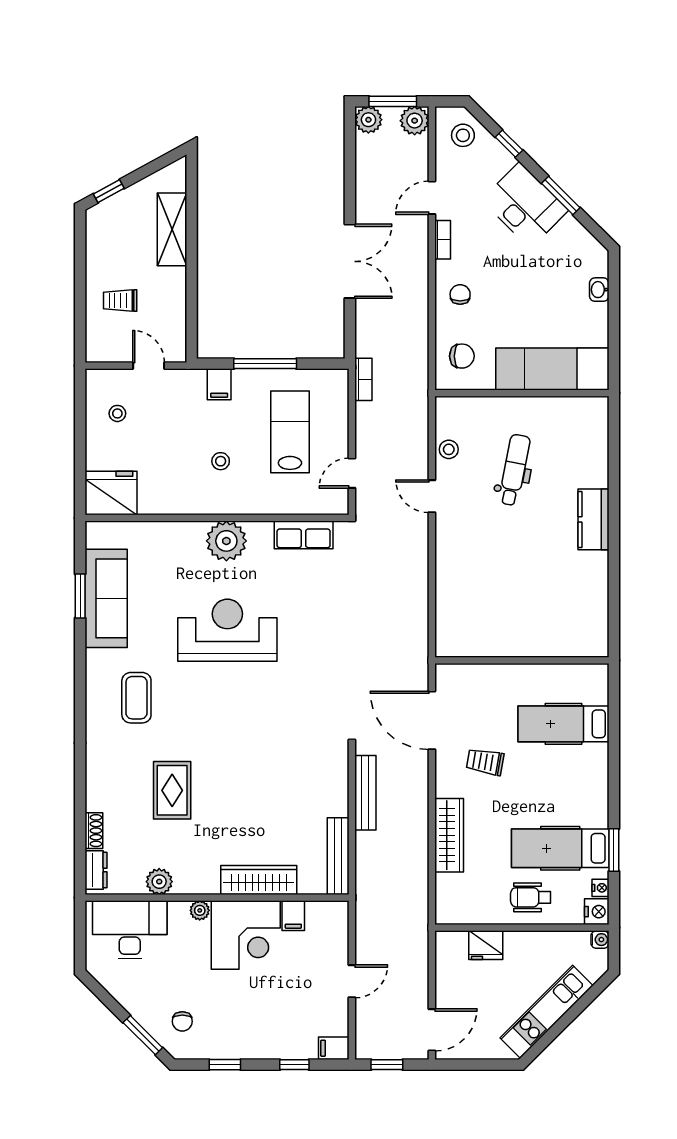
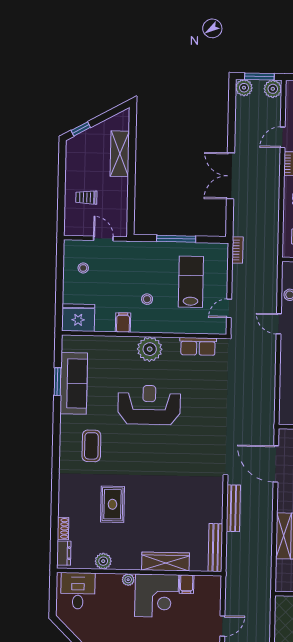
double door: (350, 261) -> (231, 176), swing flipped
filing cabinet: (219, 384) -> (123, 323), moved, turned 180
desk: (130, 930) -> (78, 591), width x0.73

